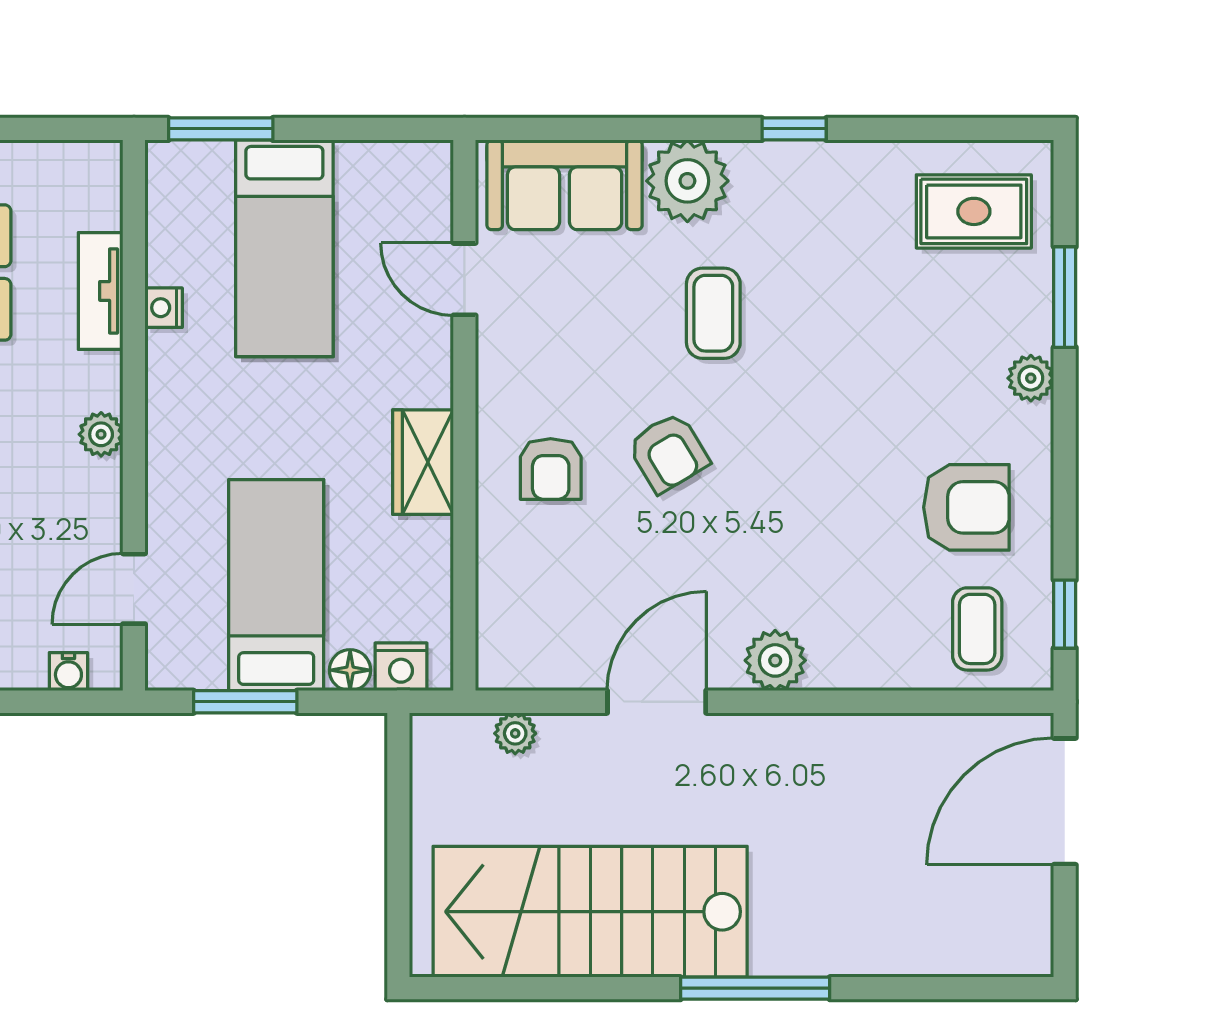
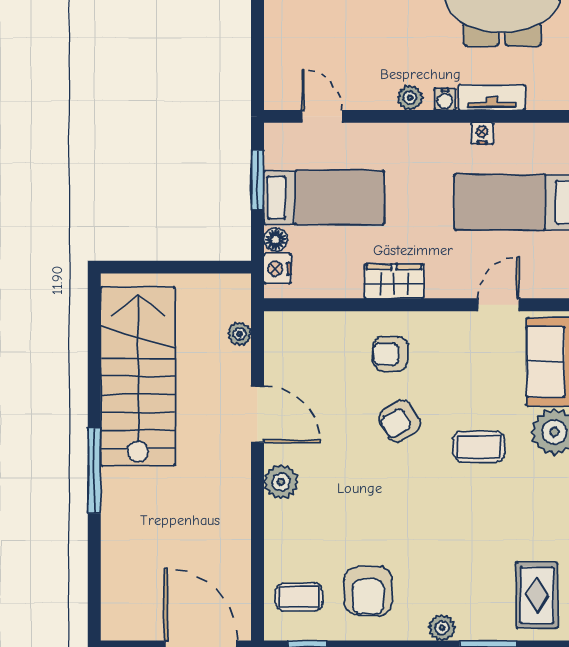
water cooler: (68, 672) -> (445, 99), moved, turned -90

